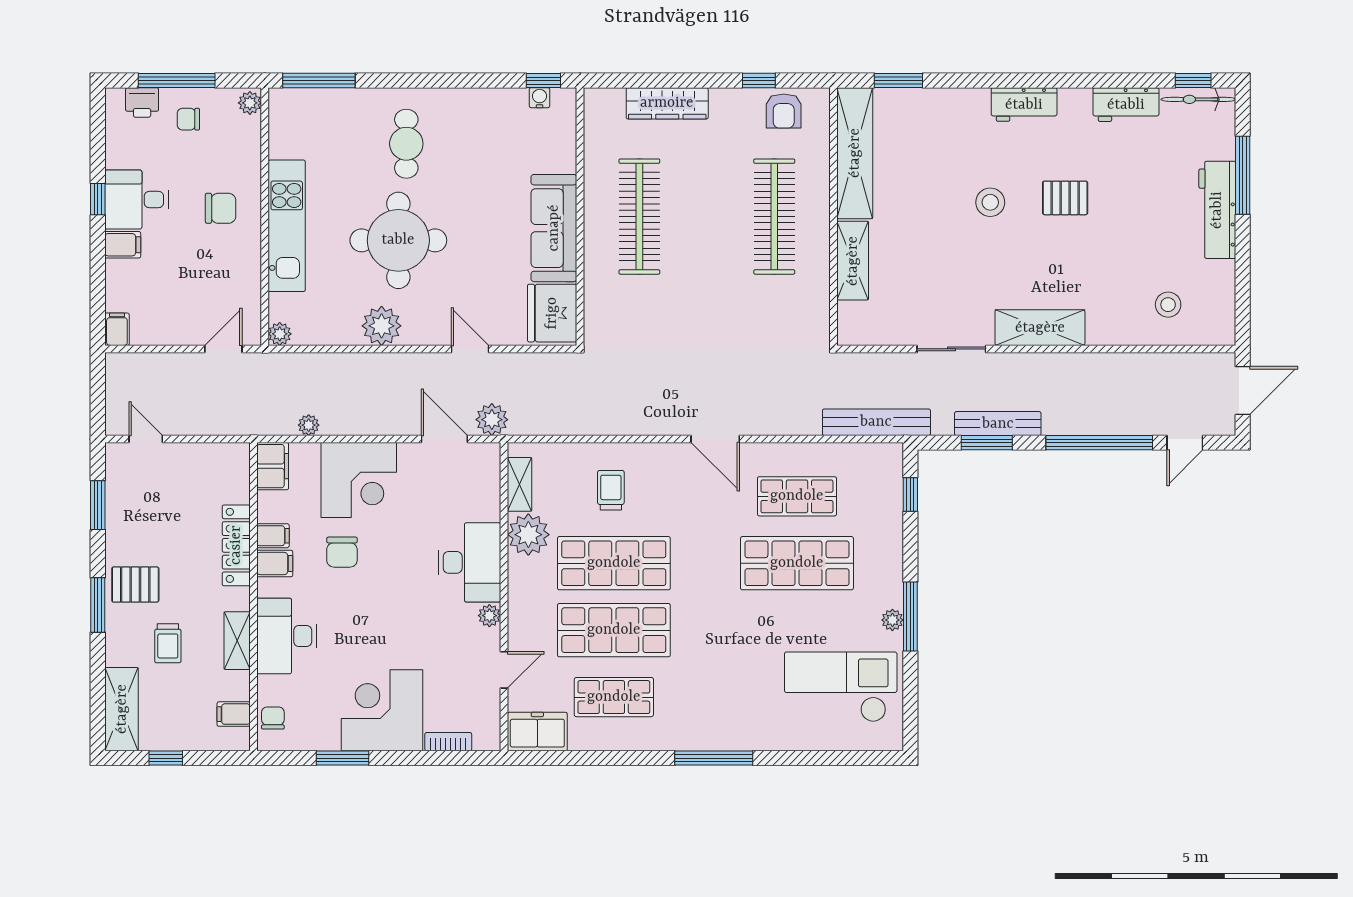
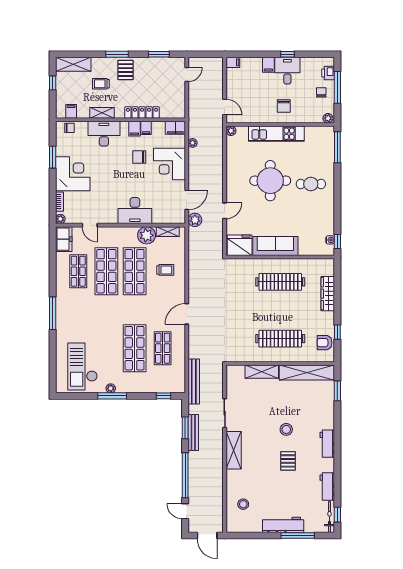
plant: (382, 326) -> (234, 174), removed
plant: (489, 616) -> (60, 219), moved
checkout: (841, 687) -> (83, 367), turned 180

